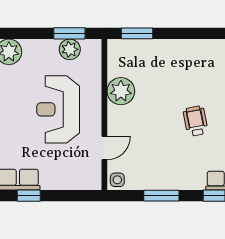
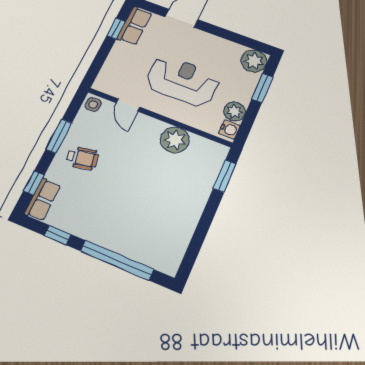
window: (69, 33) -> (262, 88), moved
water cooler: (90, 47) -> (229, 129), added
wheelchair: (195, 121) -> (82, 158), moved

